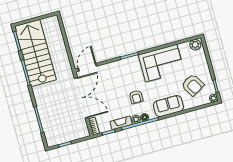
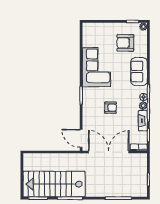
plant: (195, 45) -> (88, 30), removed
armchair: (193, 85) -> (125, 43), turned -149
armchair: (136, 97) -> (111, 108), moved

